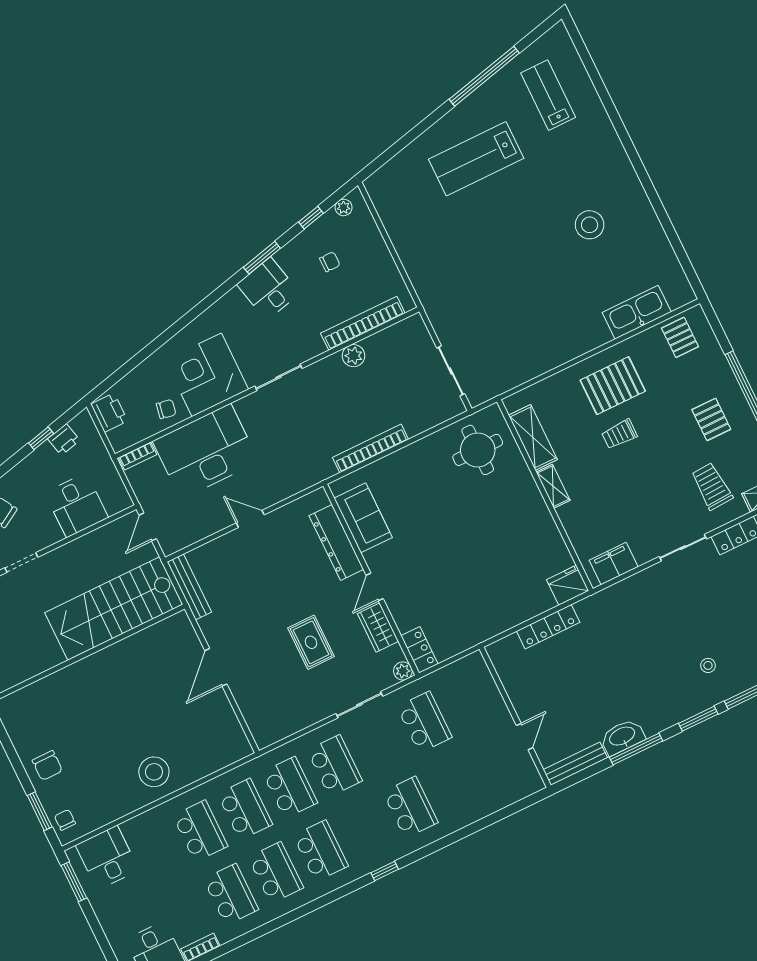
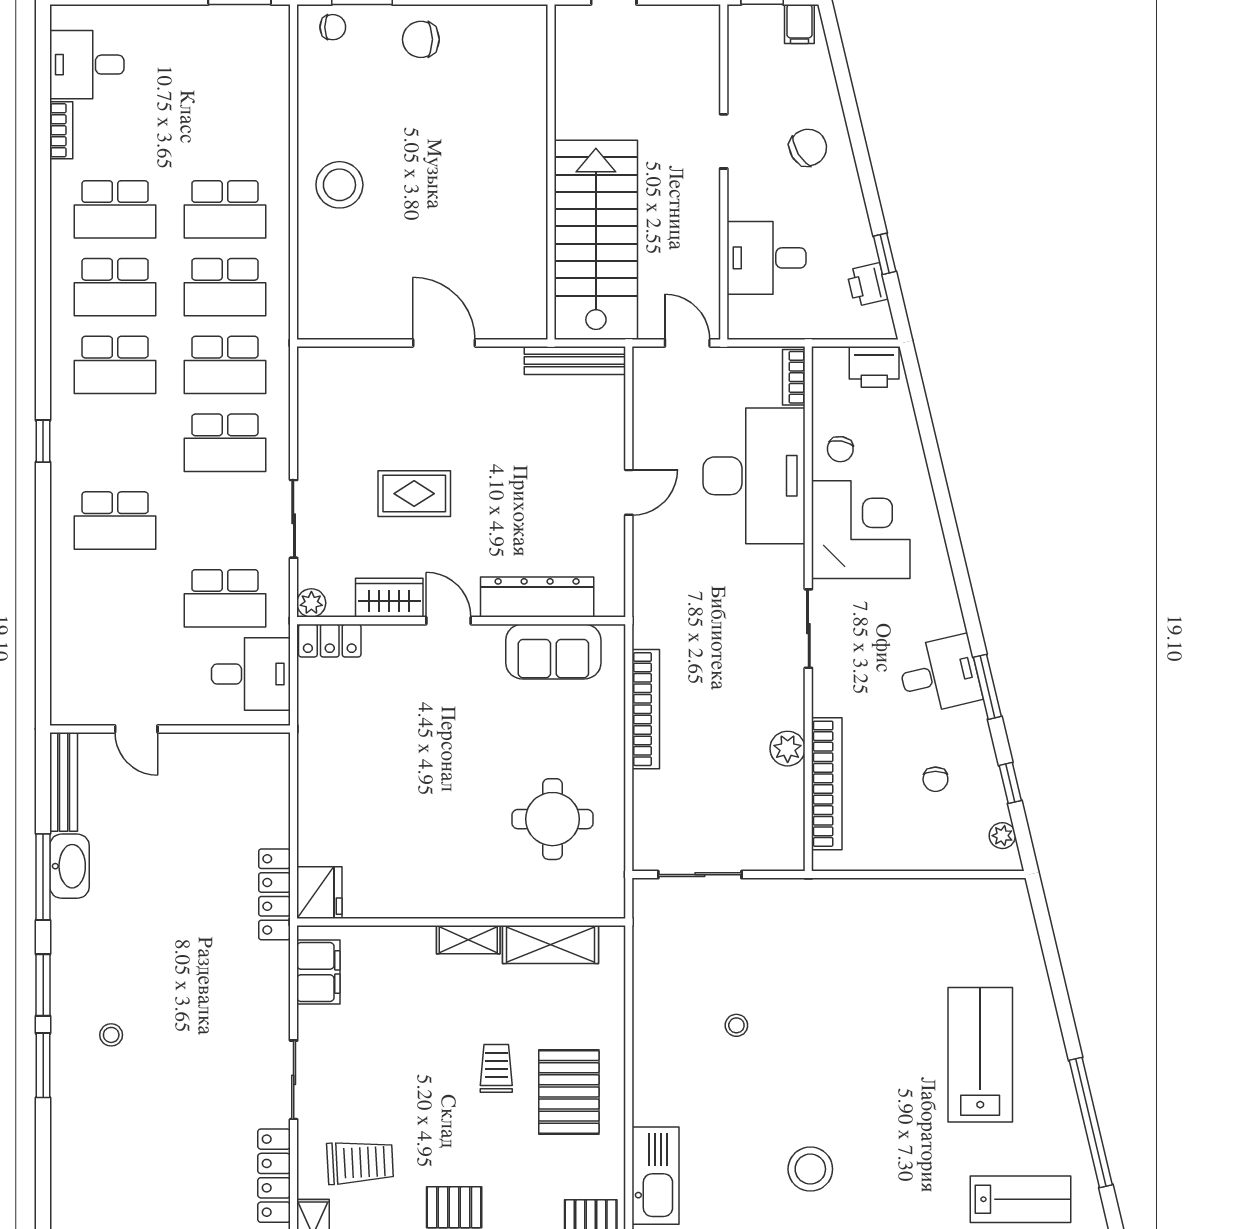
stool: (527, 308) -> (736, 1025), added
round table: (478, 450) -> (552, 819), moved
locker: (548, 627) -> (274, 894), moved
desk: (107, 858) -> (251, 674), moved

